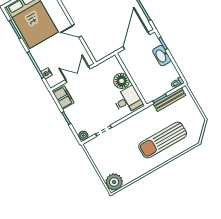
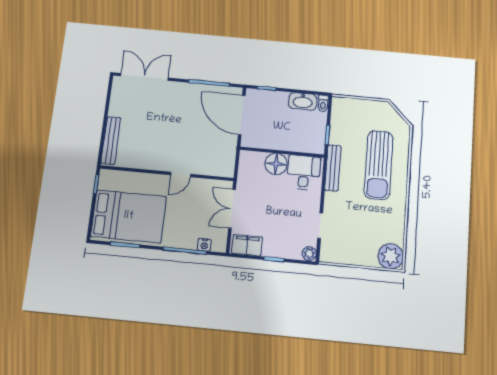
washbasin: (162, 56) -> (303, 101), moved
bench: (169, 99) -> (333, 168), moved

